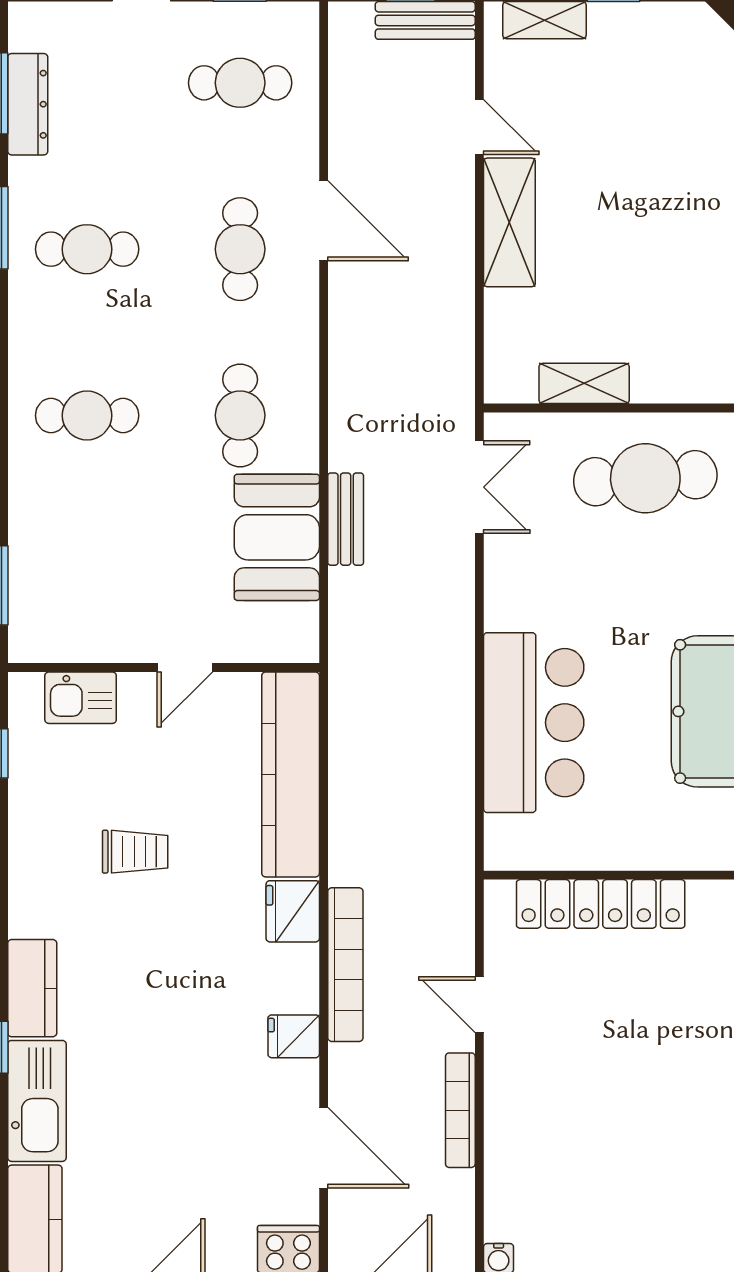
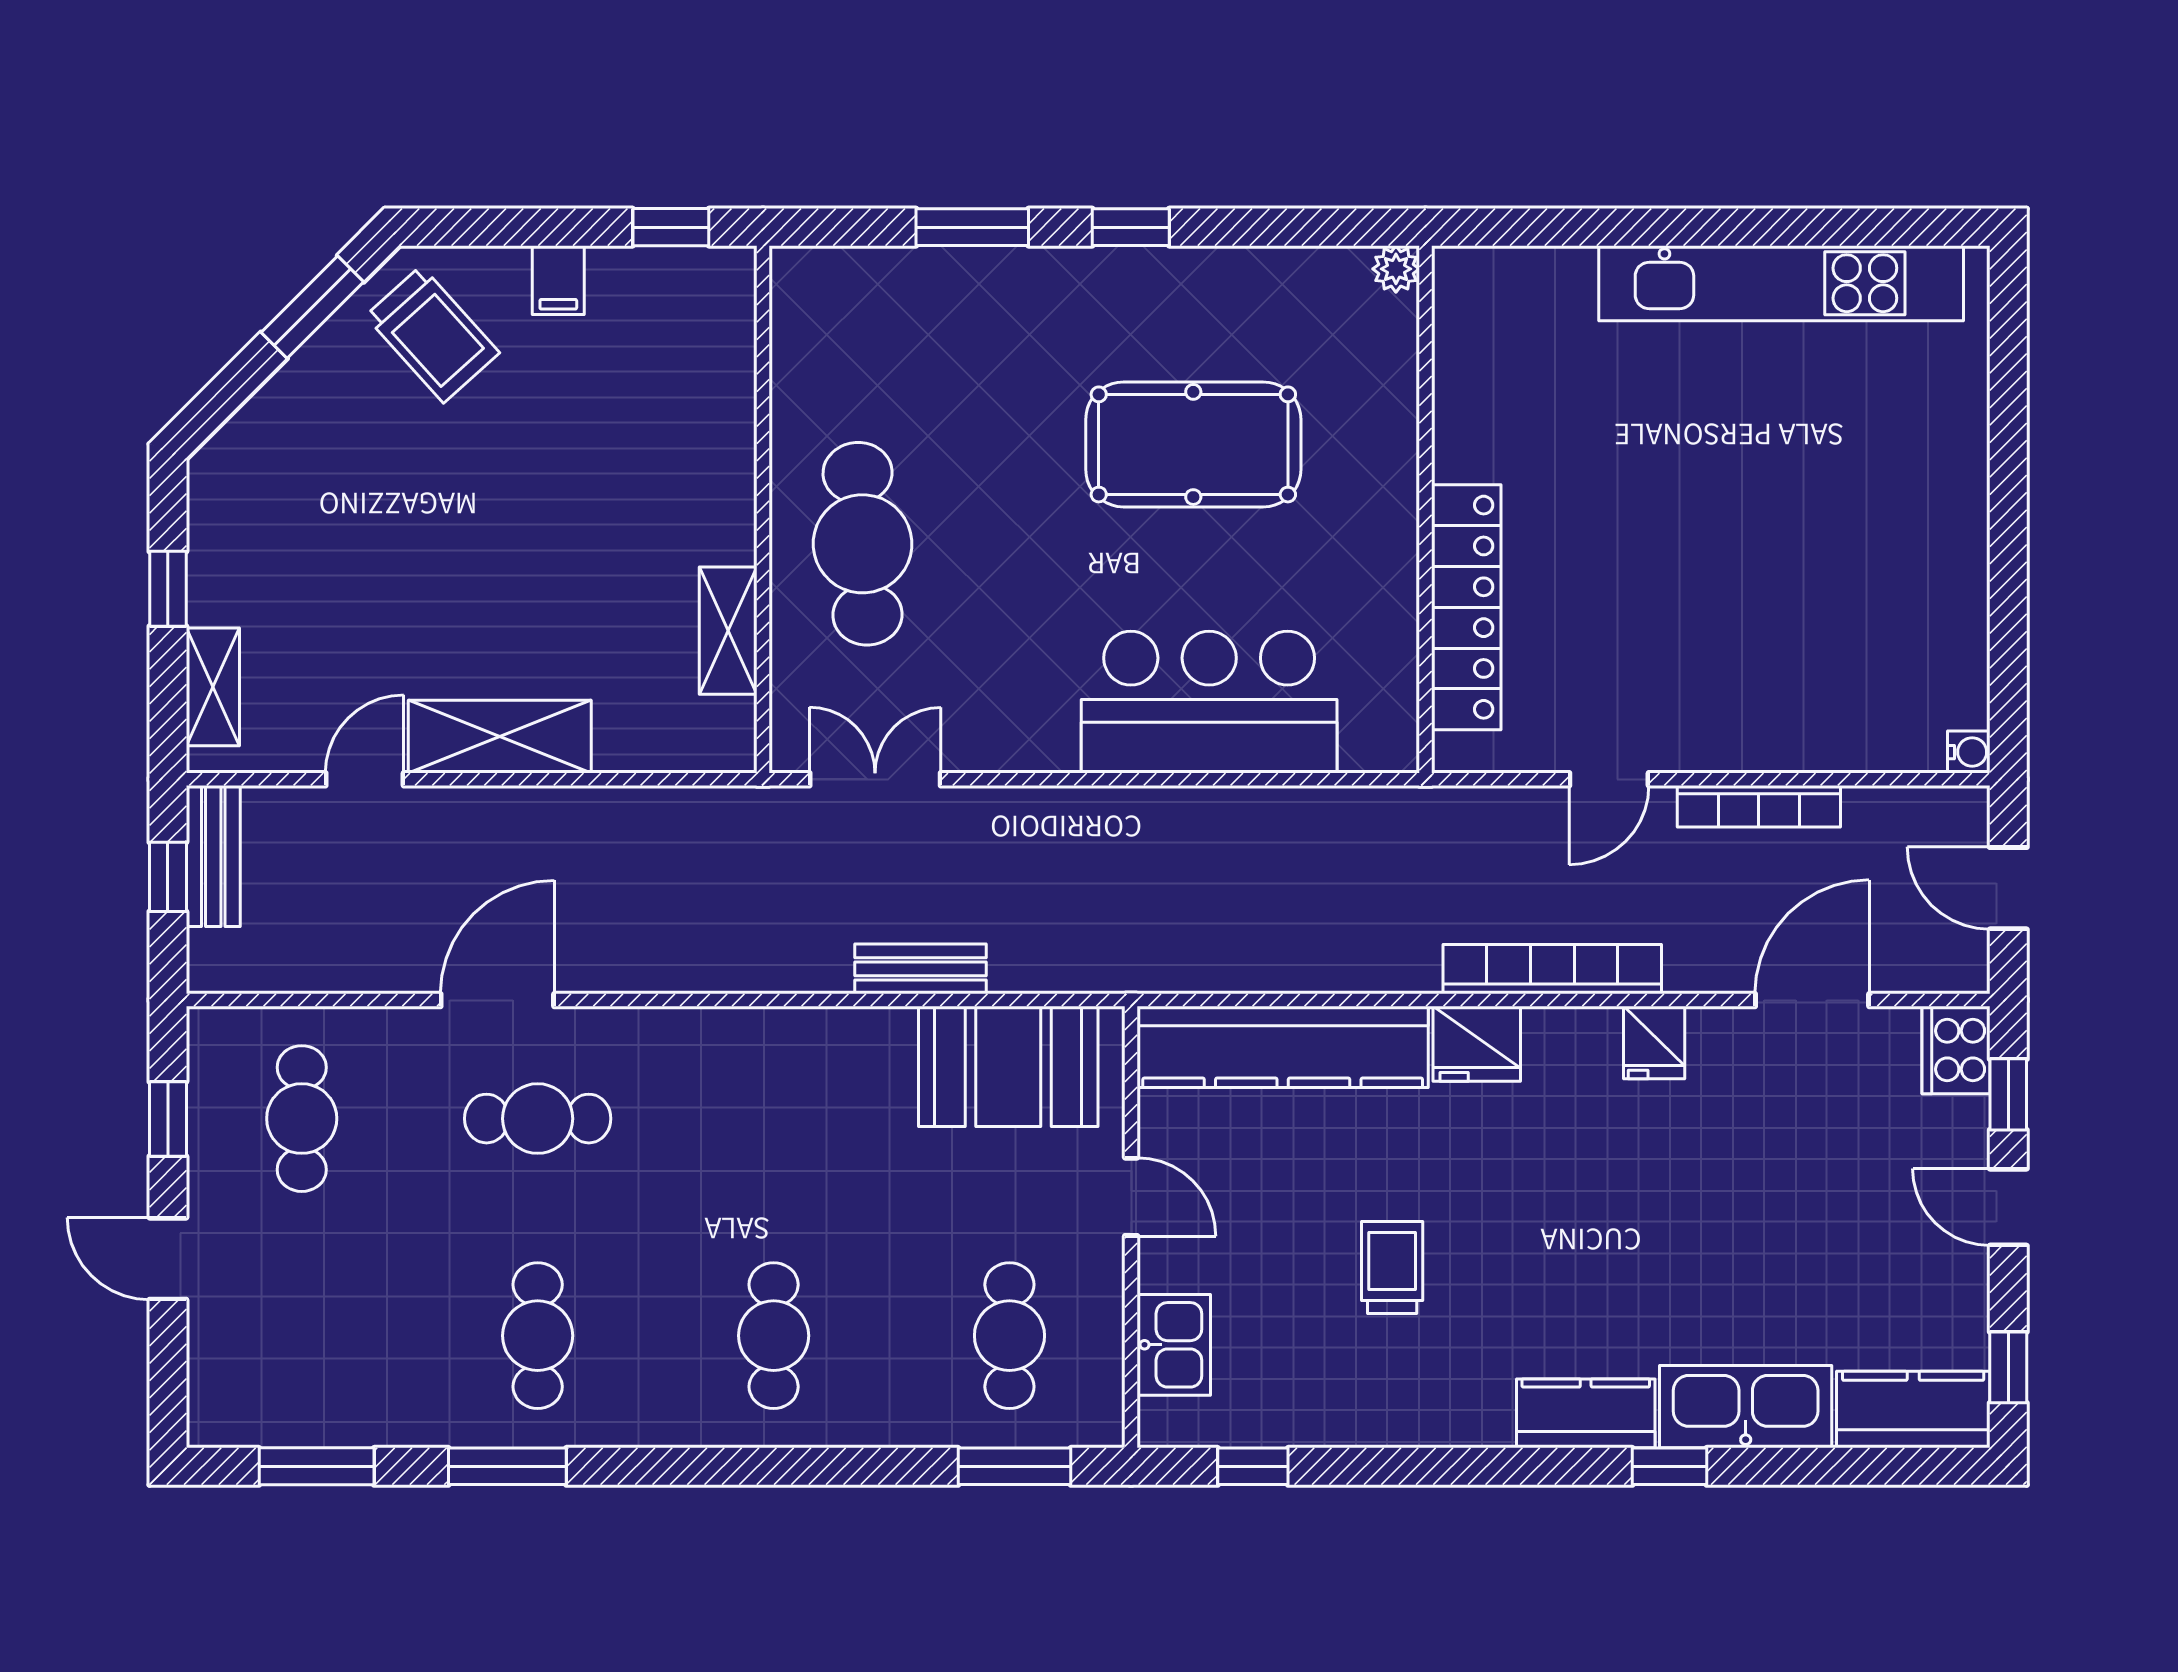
dresser: (28, 104) -> (332, 1420), removed
cafe table: (240, 415) -> (1009, 1336), moved, turned 90
booth: (277, 537) -> (1008, 1066), moved

